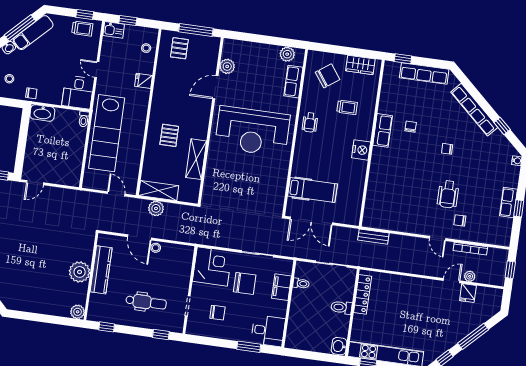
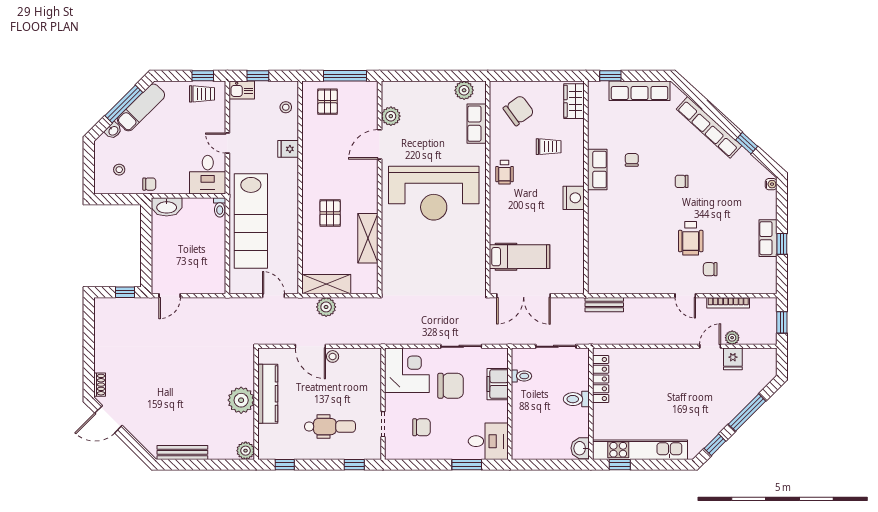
wardrobe: (360, 65) -> (574, 101), moved, turned 90
bench: (28, 306) -> (182, 452), added

